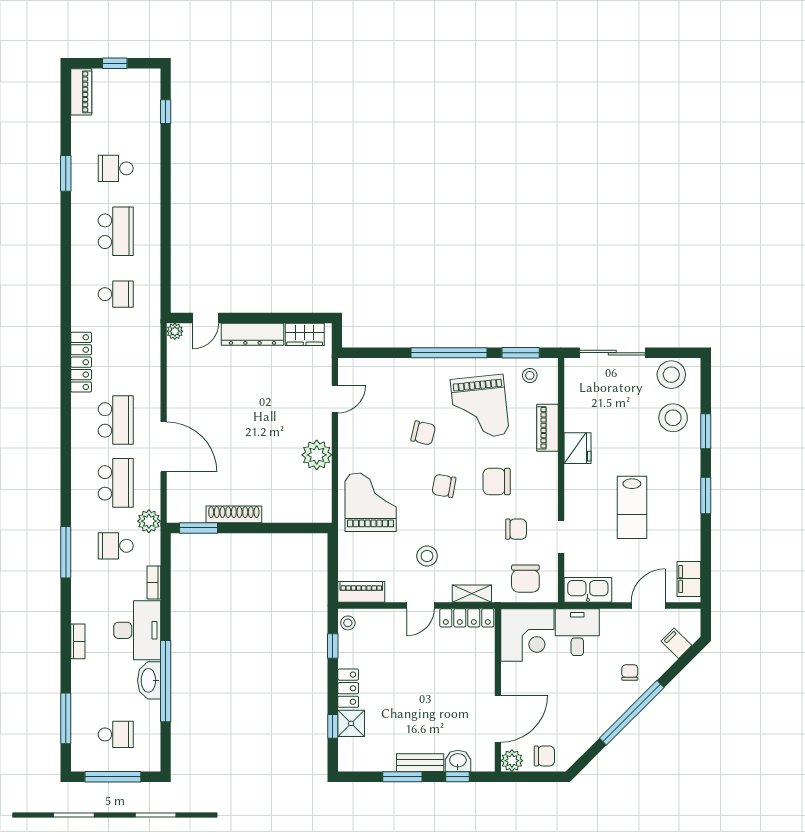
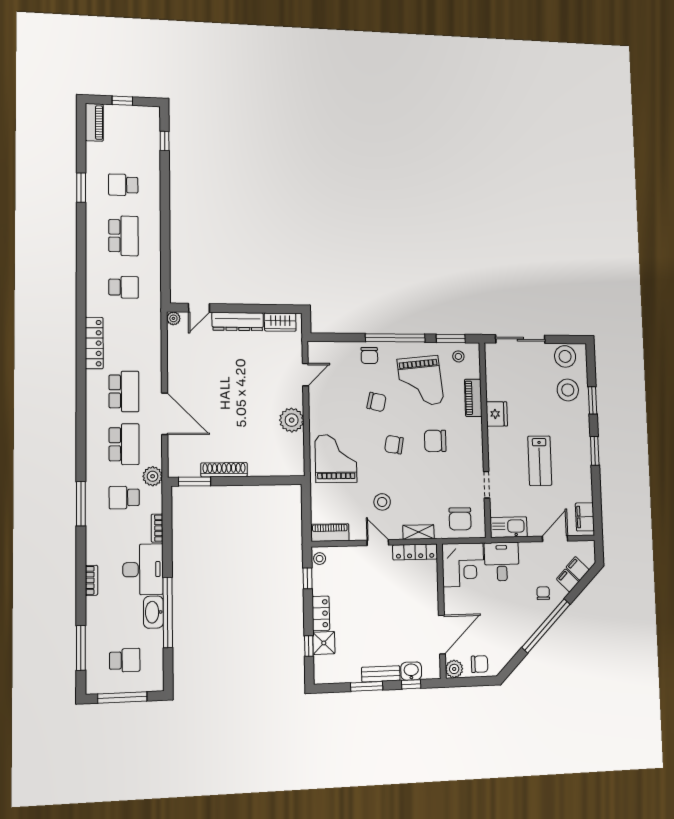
chair: (516, 529) -> (369, 356), moved, turned 90
door: (420, 605) -> (378, 543), swing flipped
filing cabinet: (663, 658) -> (568, 580), added

